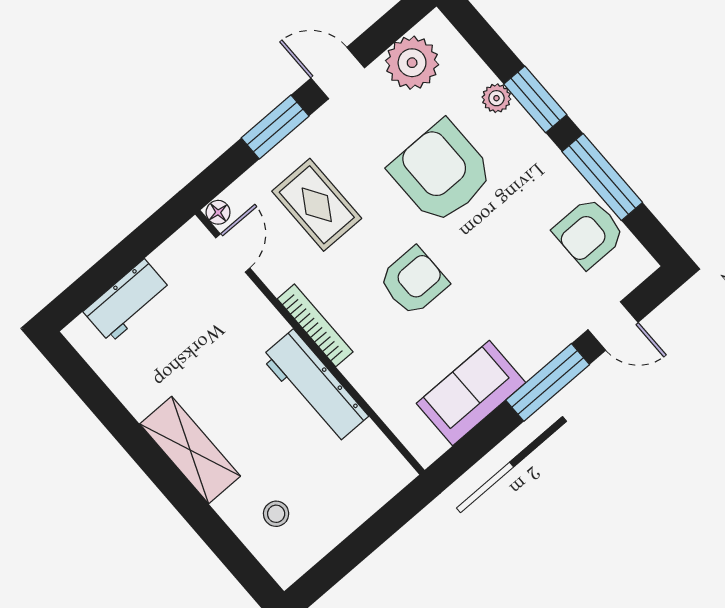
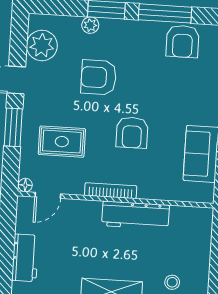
armchair: (442, 172) -> (99, 77), width x0.73, depth x0.73
door: (233, 253) -> (48, 195), swing flipped
armchair: (414, 281) -> (132, 133), turned 180

